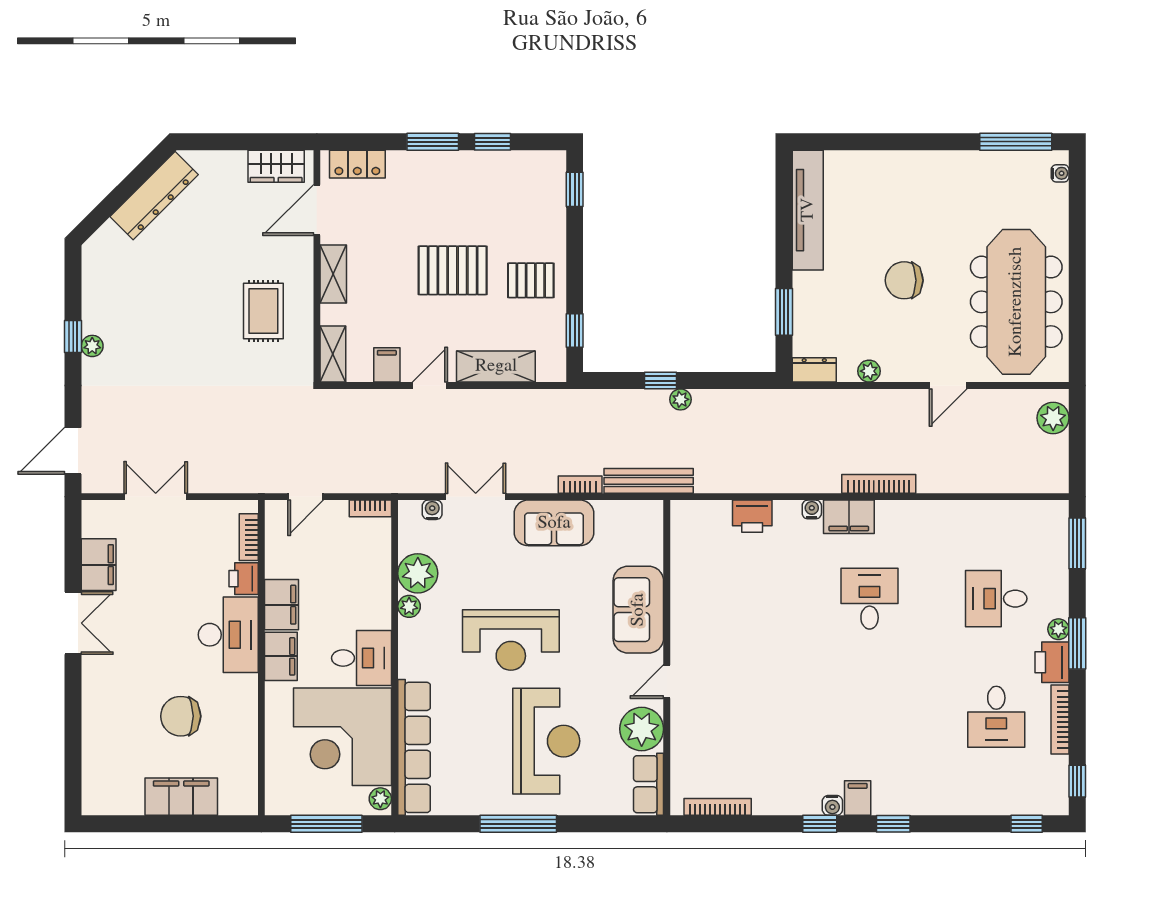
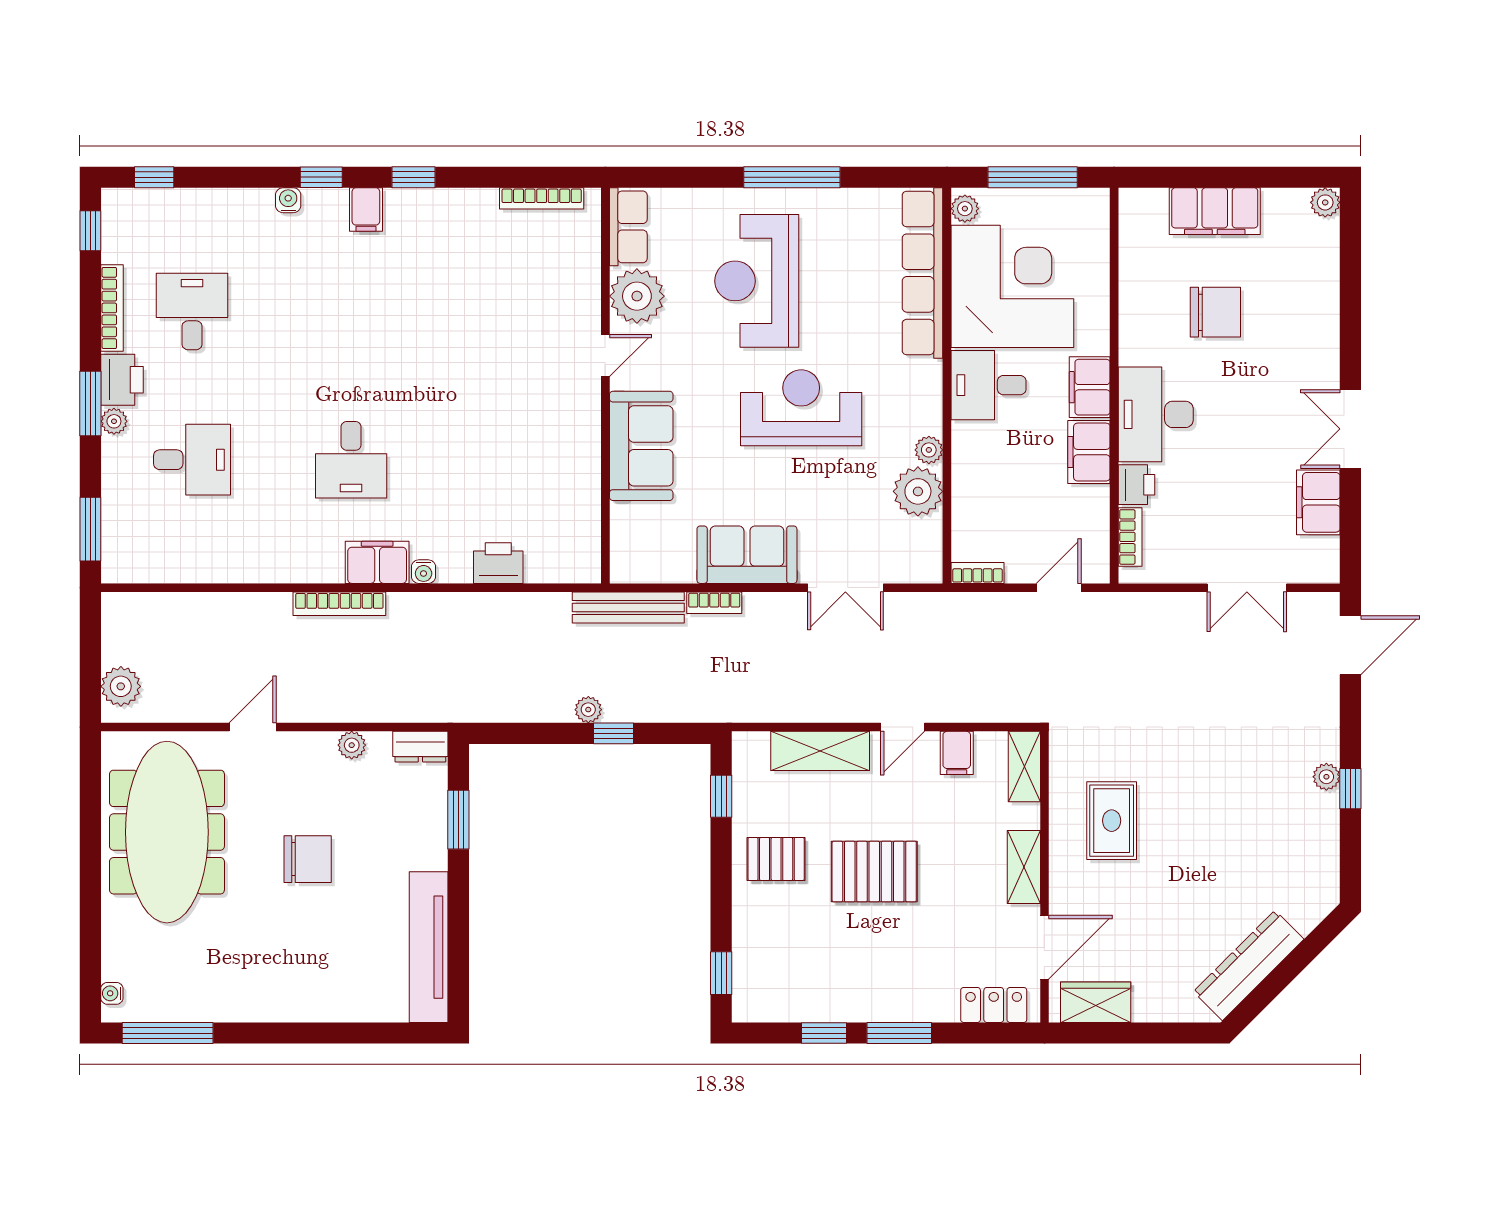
water cooler: (432, 510) -> (900, 571), removed
plant: (93, 804) -> (1325, 202), added
water cooler: (832, 805) -> (288, 200), moved

